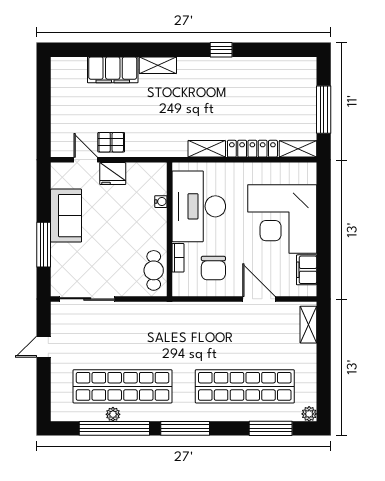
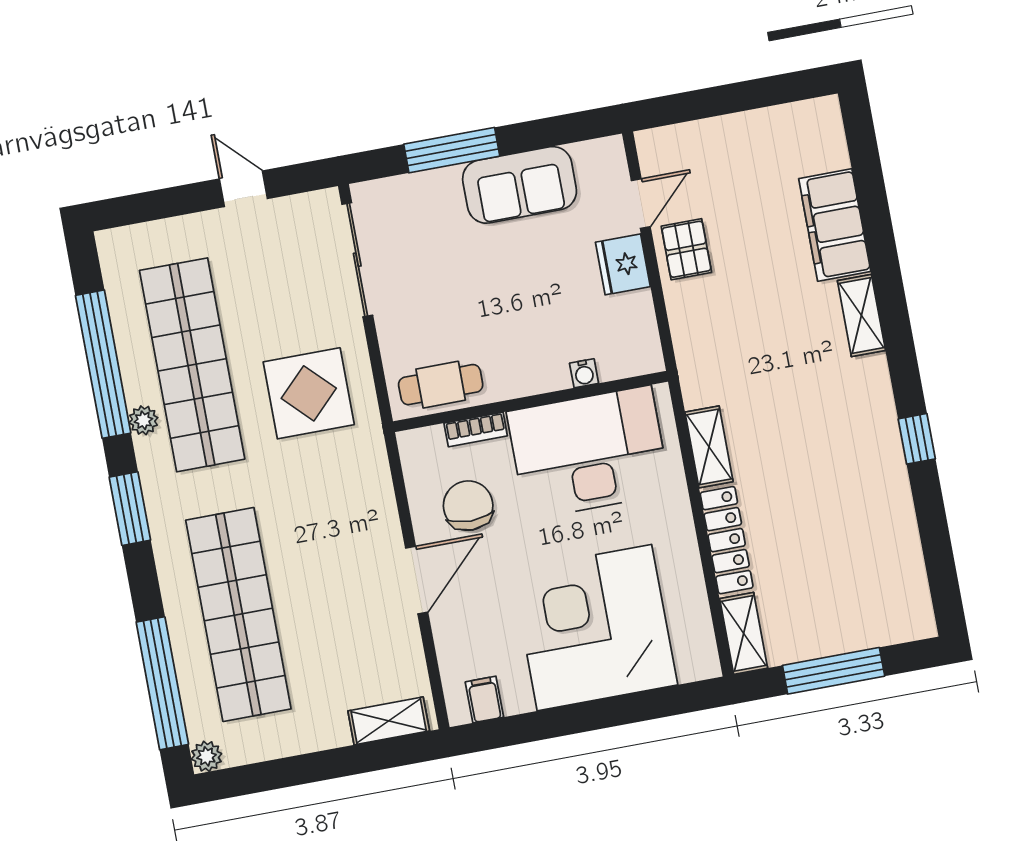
chair: (213, 268) -> (468, 506), turned 90
filing cabinet: (307, 270) -> (484, 699), width x0.50
door: (259, 299) -> (417, 580), moved
display table: (146, 334) -> (309, 393), added
plant: (113, 414) -> (143, 420), moved
window: (185, 428) -> (130, 509), width x0.69
window: (271, 428) -> (162, 683), width x1.46

